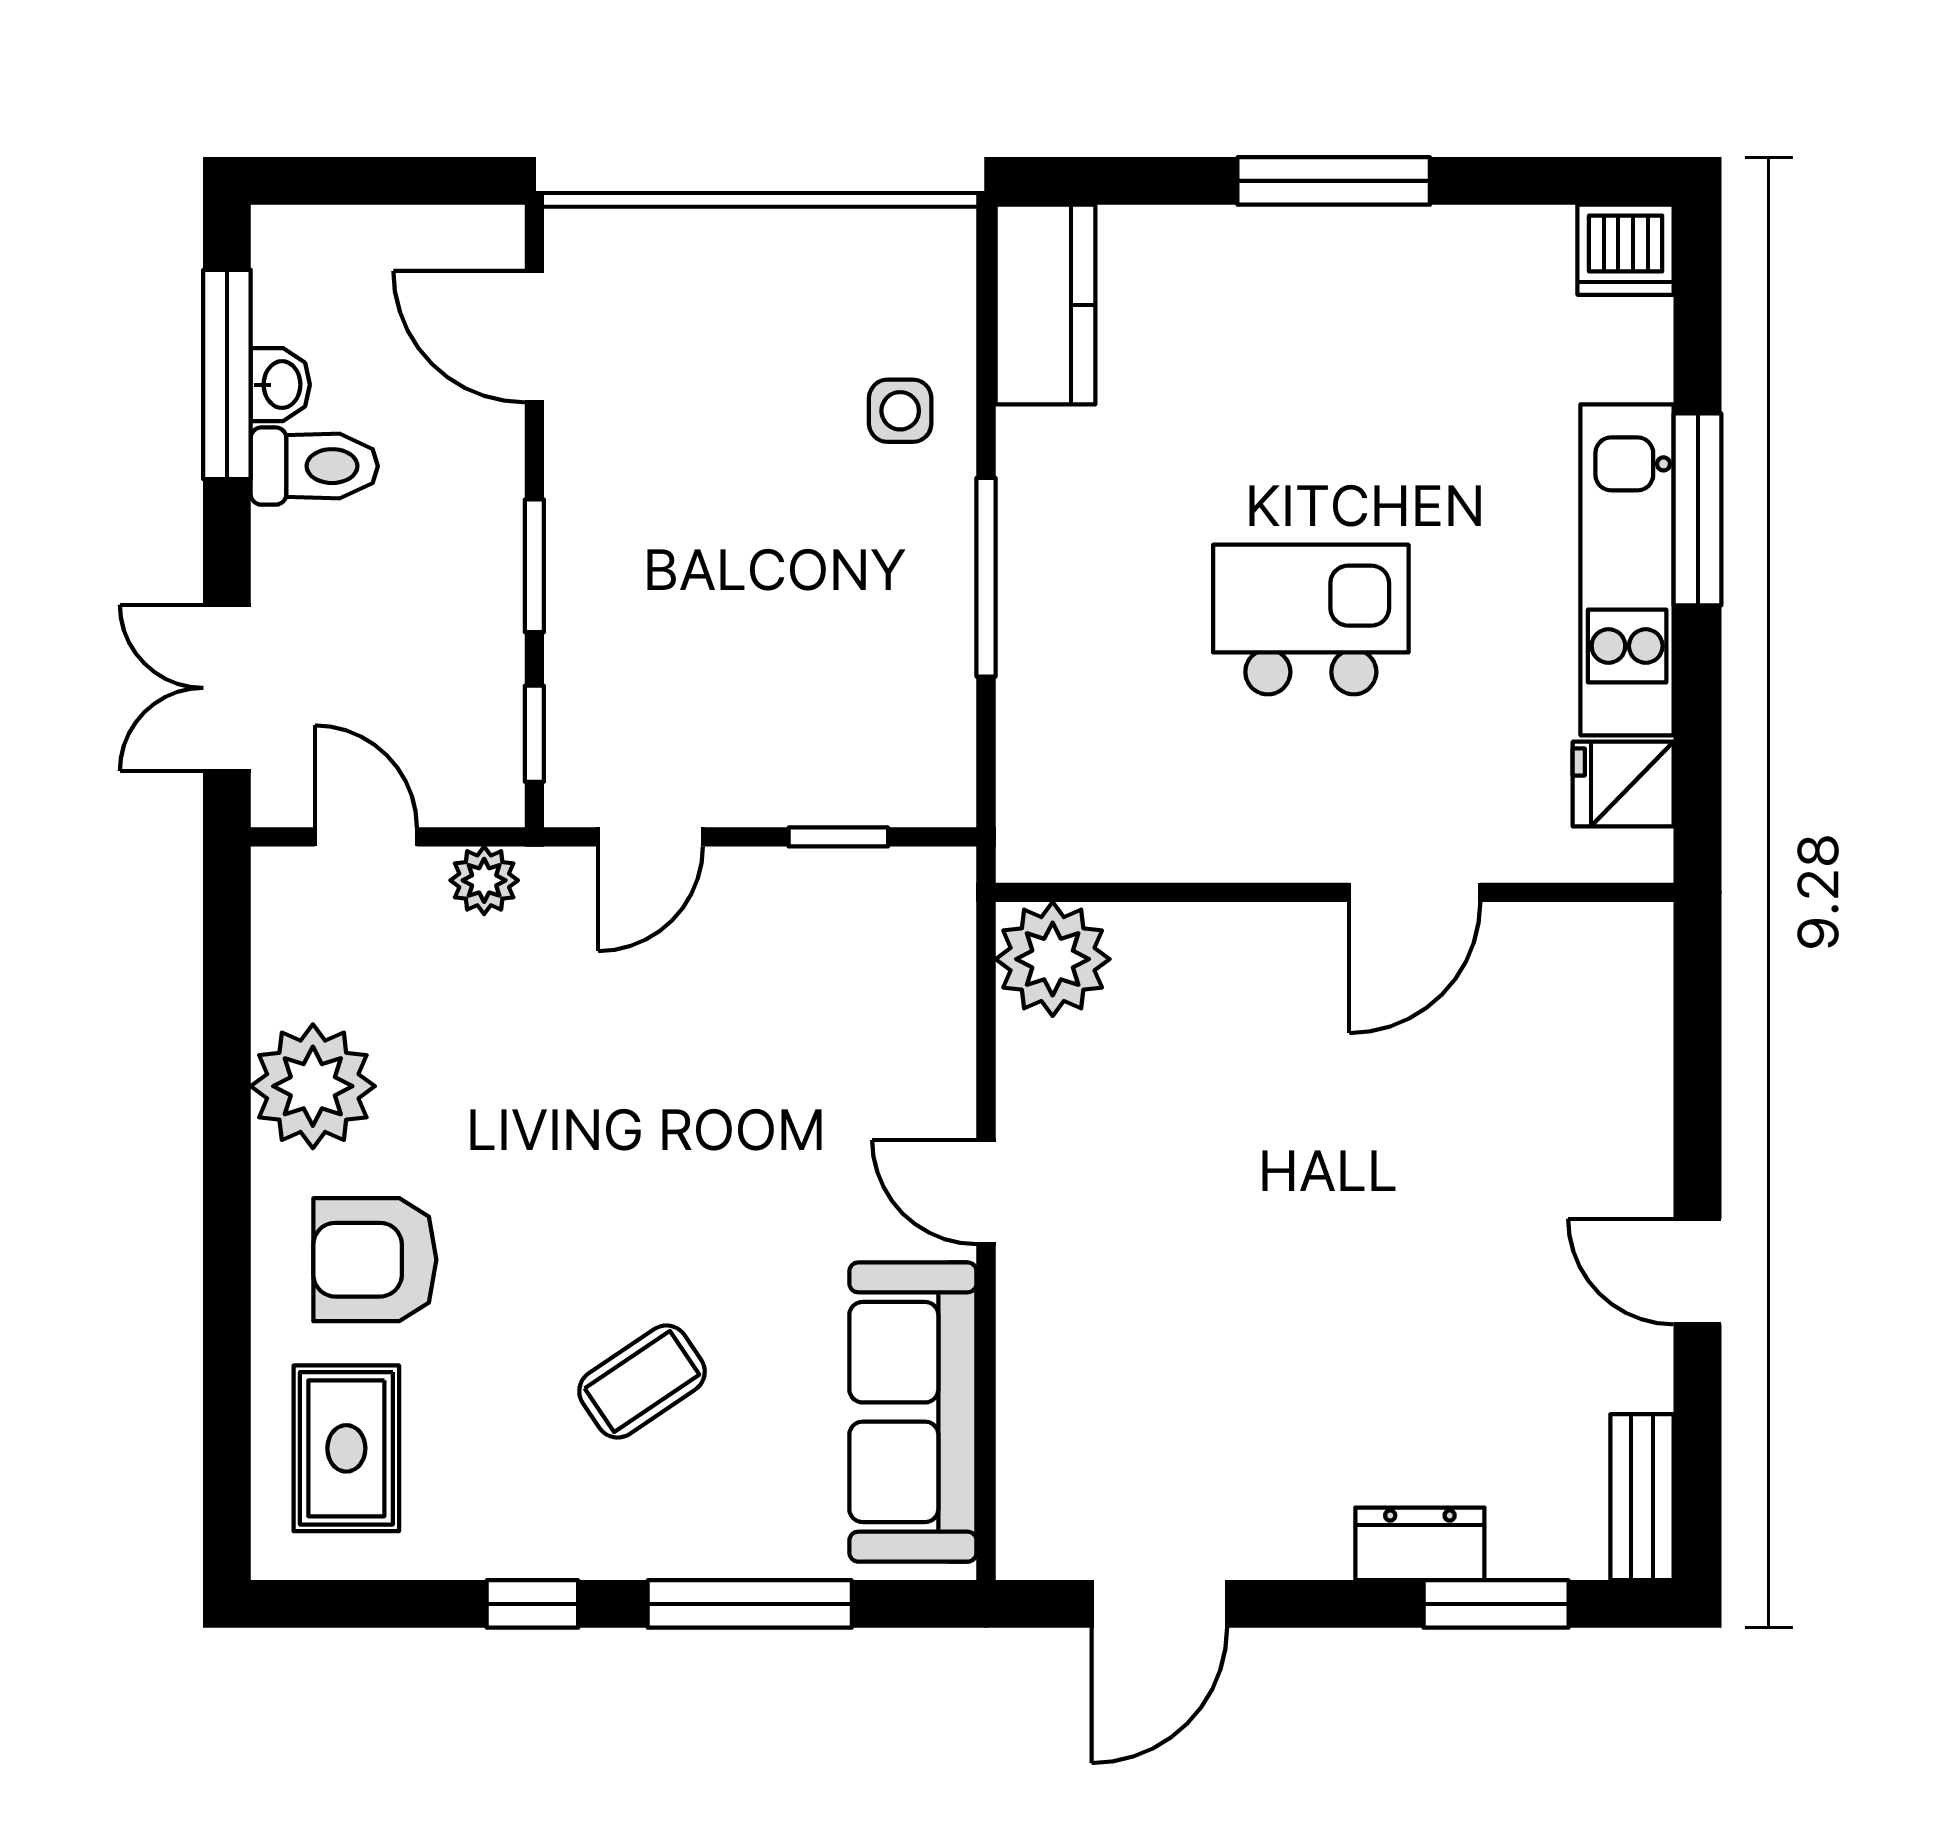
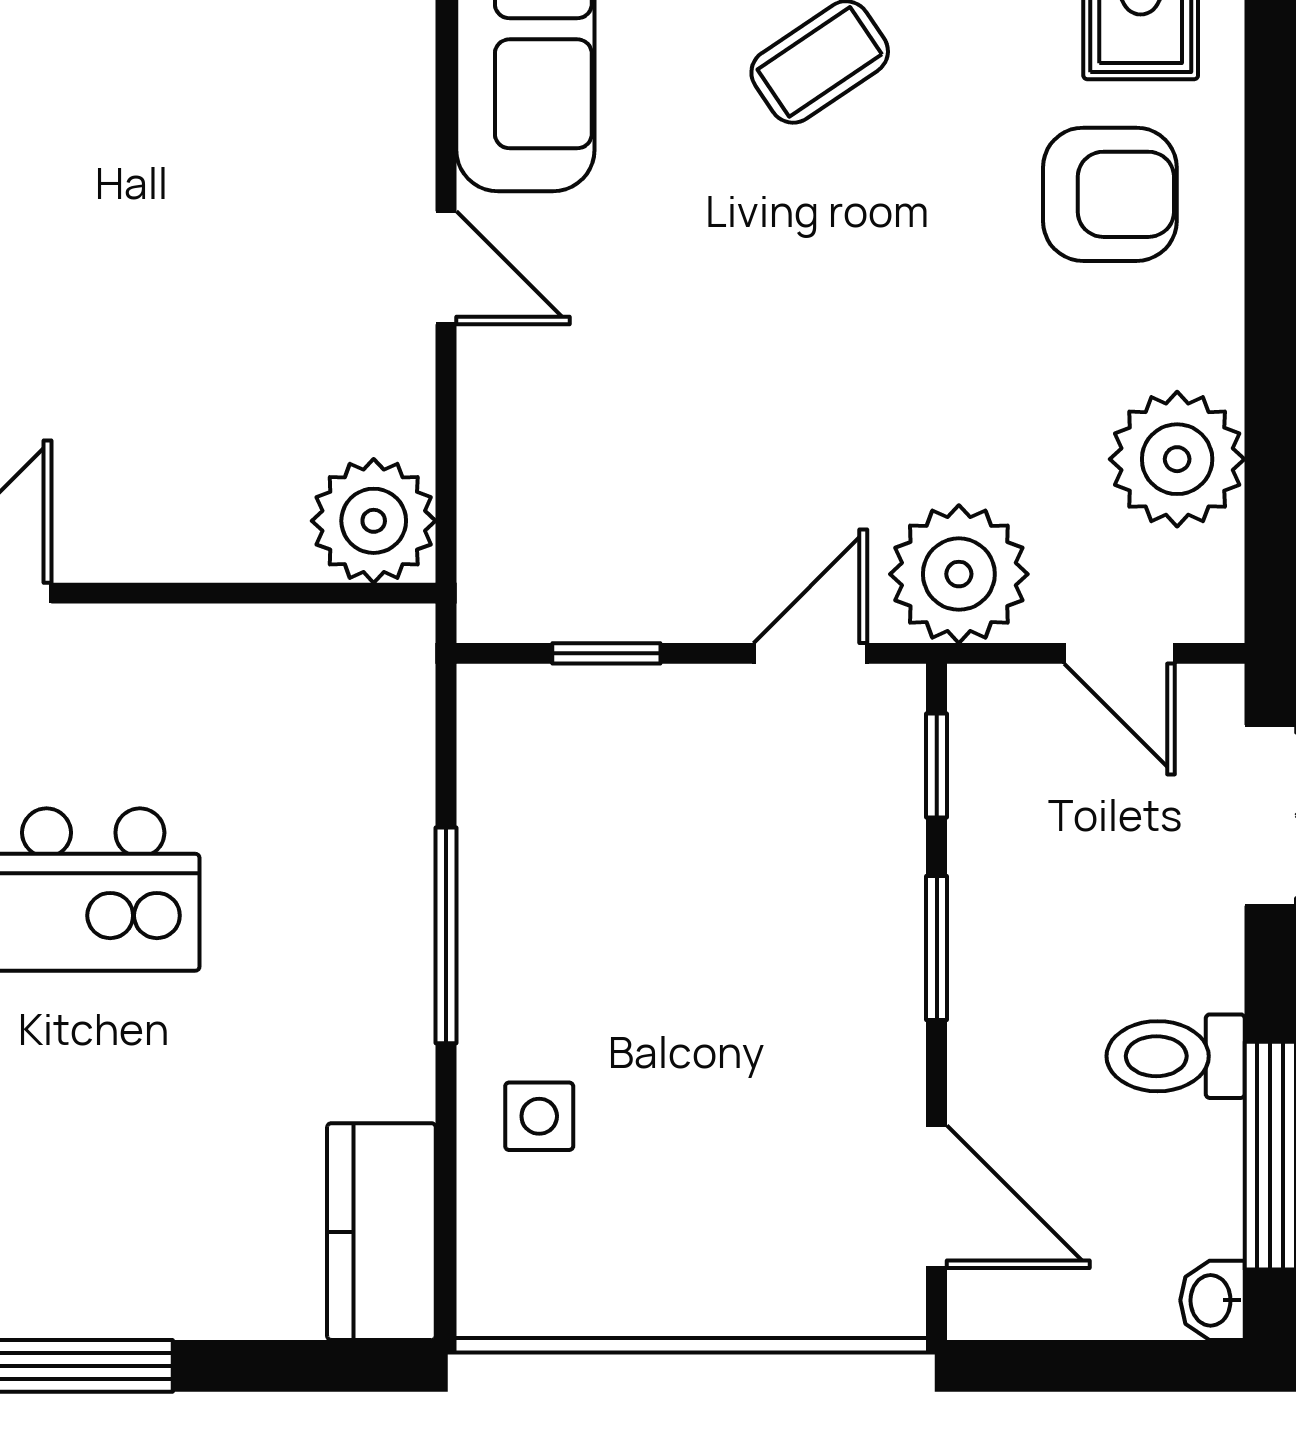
washbasin: (280, 385) -> (1213, 1300), moved
plant: (484, 880) -> (959, 574), width x1.88, depth x1.88
plant: (313, 1086) -> (1177, 459), moved

